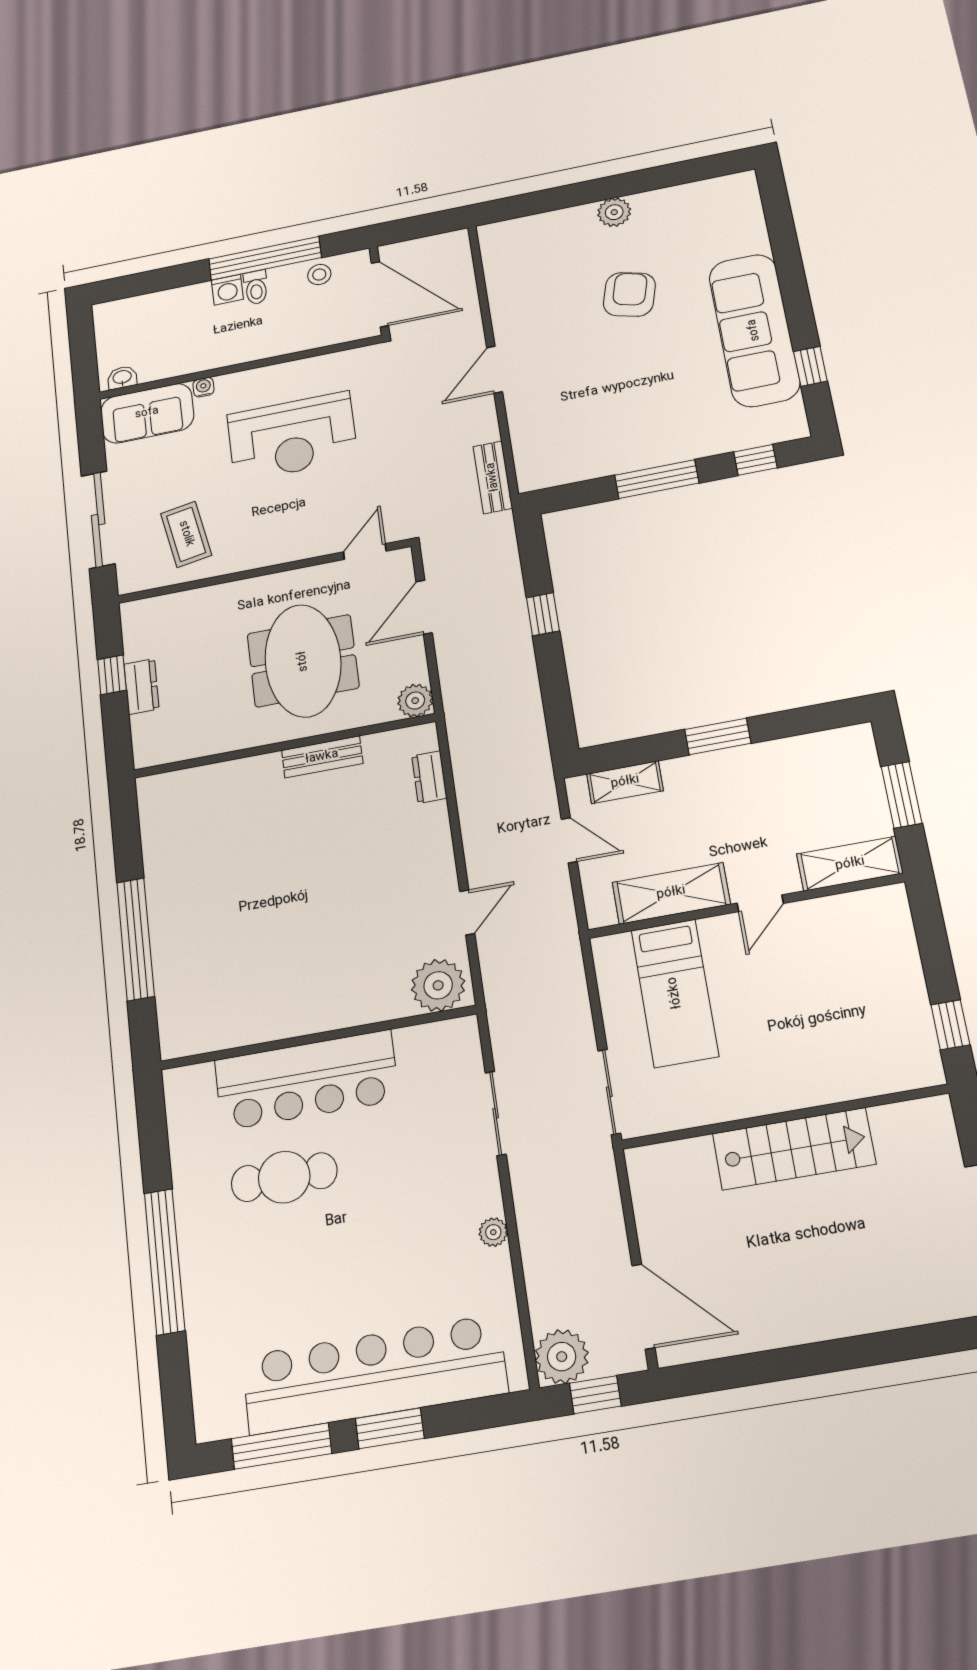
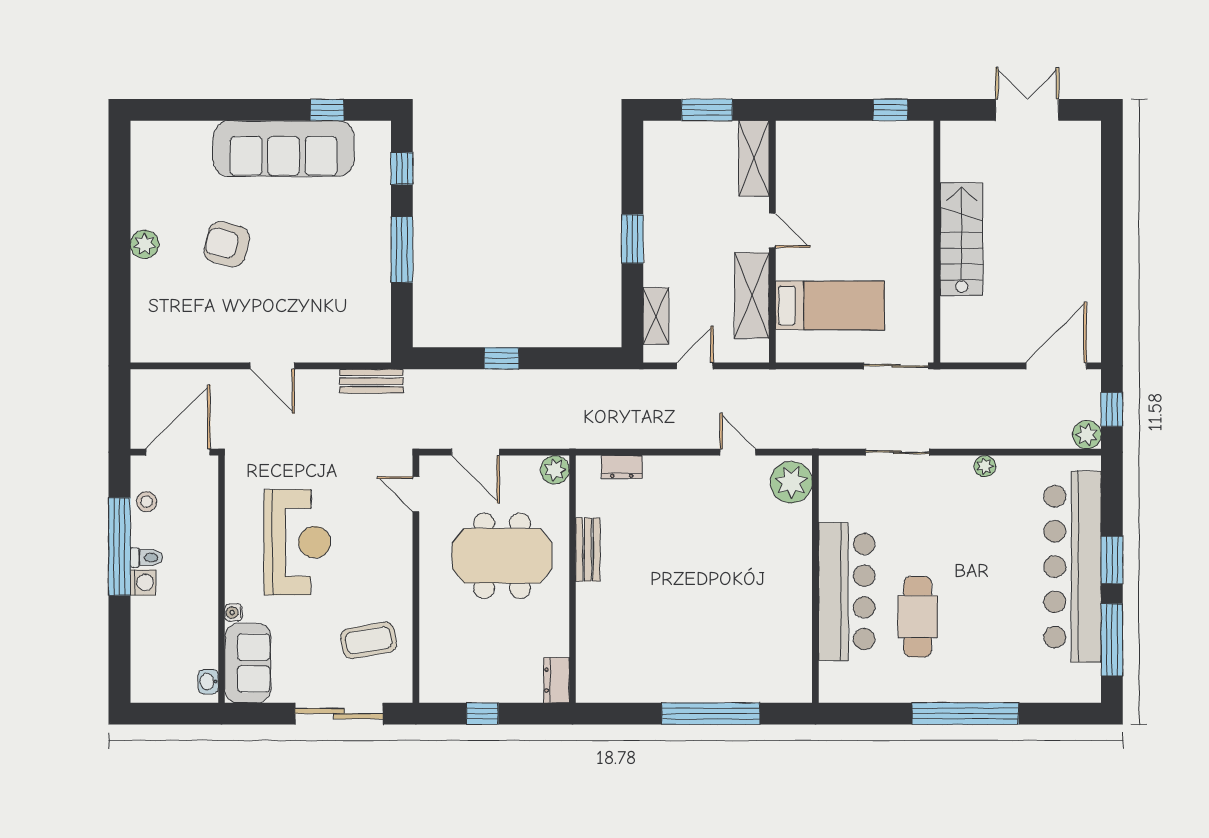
dresser: (142, 686) -> (557, 680), moved, turned -90
plant: (562, 1357) -> (1087, 435), width x0.73, depth x0.73

